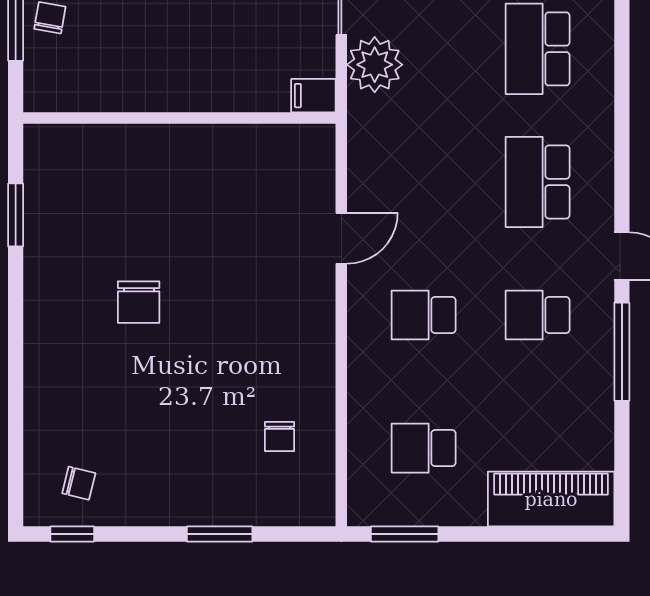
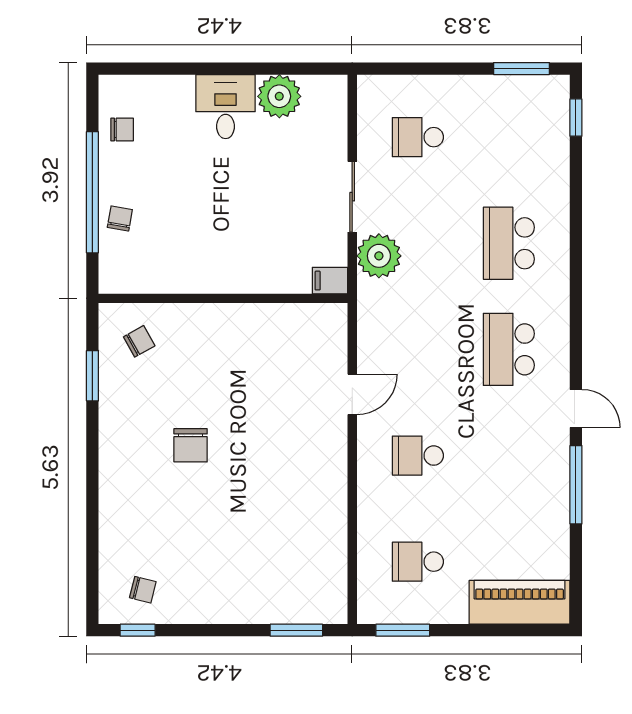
school desk: (538, 315) -> (509, 456), removed
chair: (280, 437) -> (139, 341), moved, turned -119
window: (220, 534) -> (296, 630), moved

